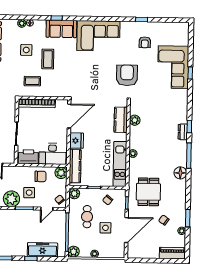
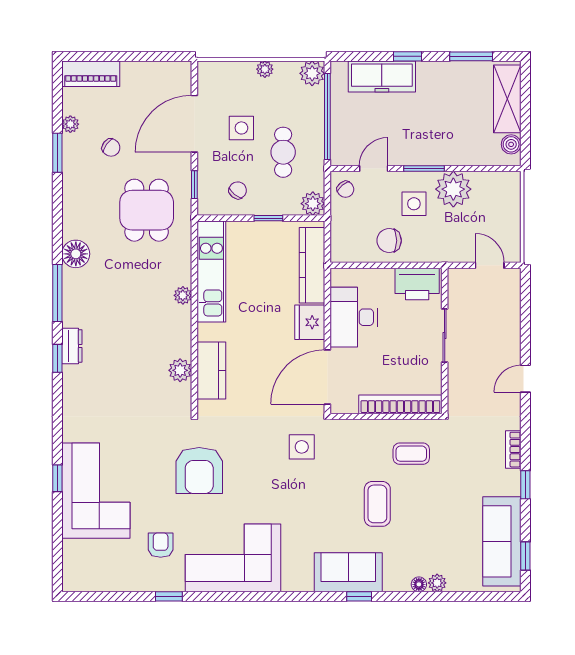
corner sofa: (98, 36) -> (233, 558), moved
side table: (26, 50) -> (302, 447), moved
desk: (52, 154) -> (354, 317), moved, turned -90
plant: (61, 173) -> (343, 250), removed

